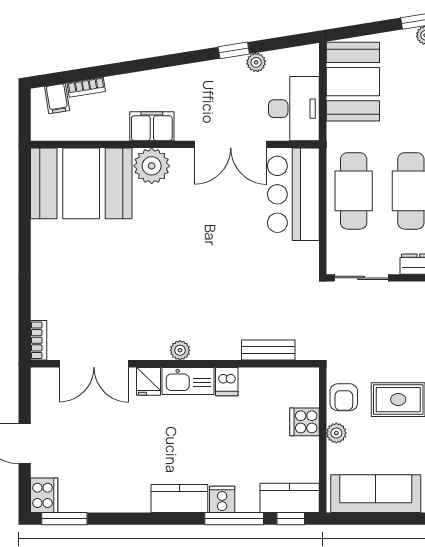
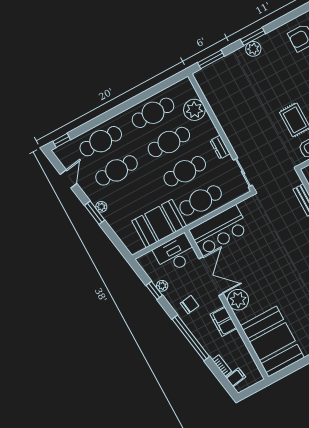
window: (234, 50) -> (154, 290), moved
window: (154, 63) -> (191, 338), added
booth: (353, 82) -> (159, 224), moved
chair: (205, 88) -> (190, 305), added
plant: (152, 166) -> (238, 300), moved

